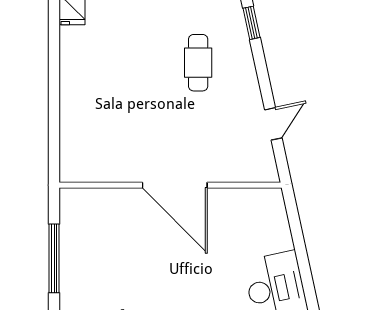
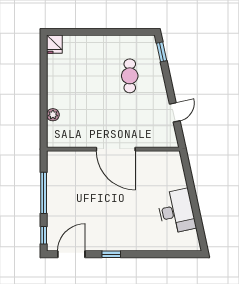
plant: (70, 128) -> (53, 115), added

